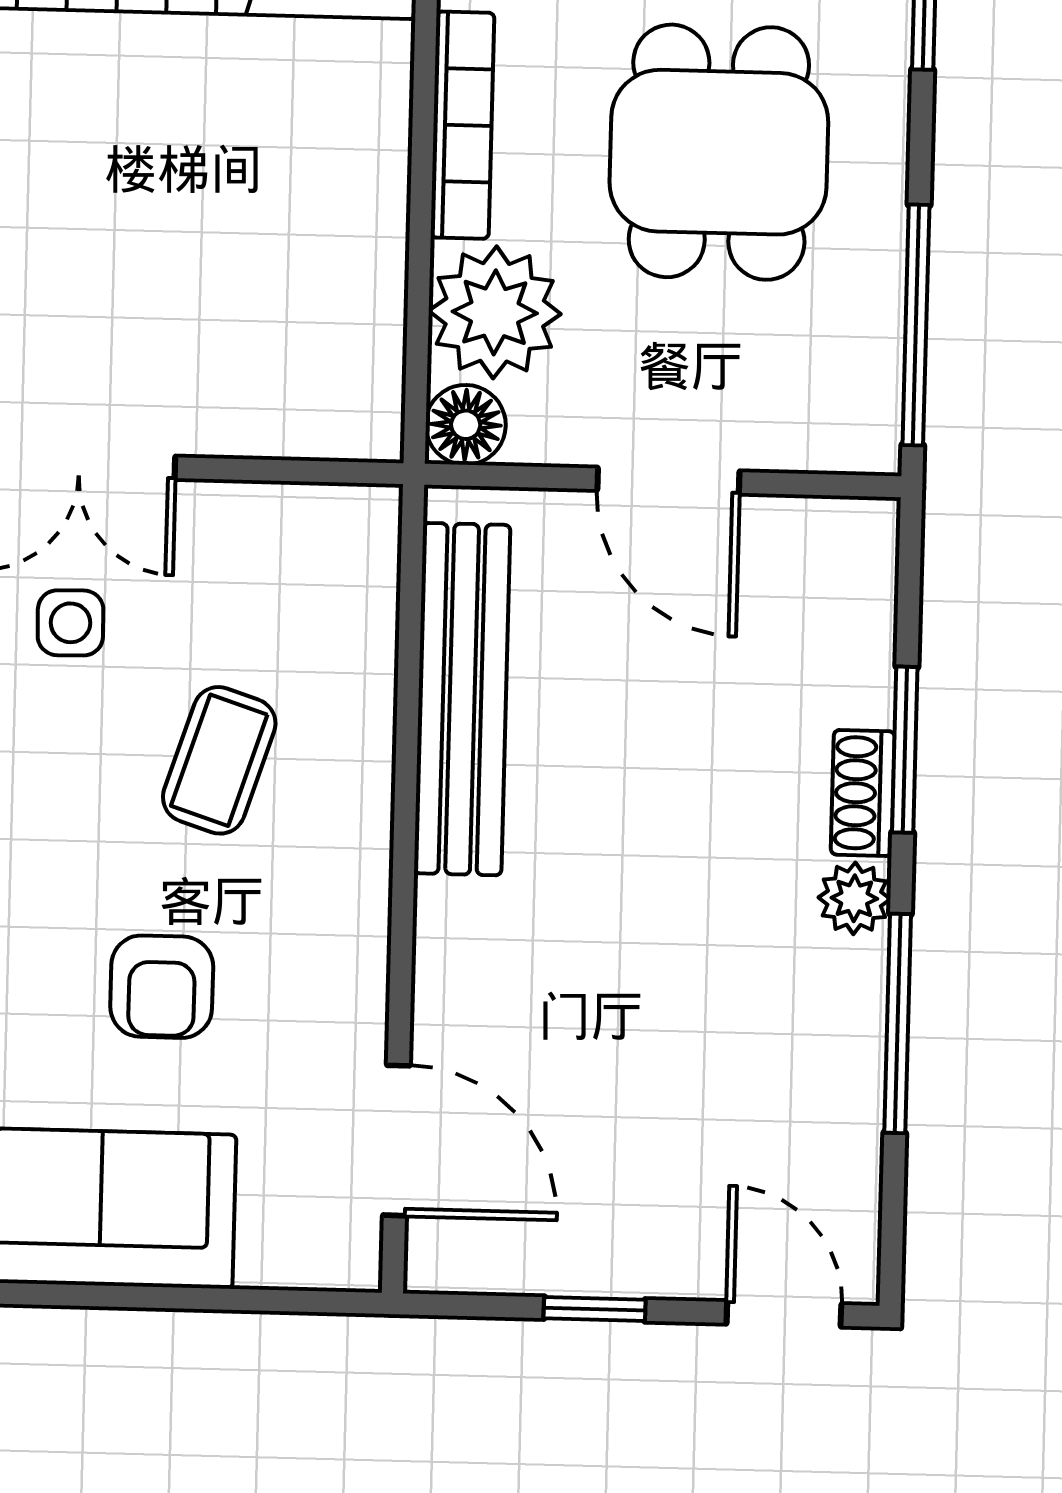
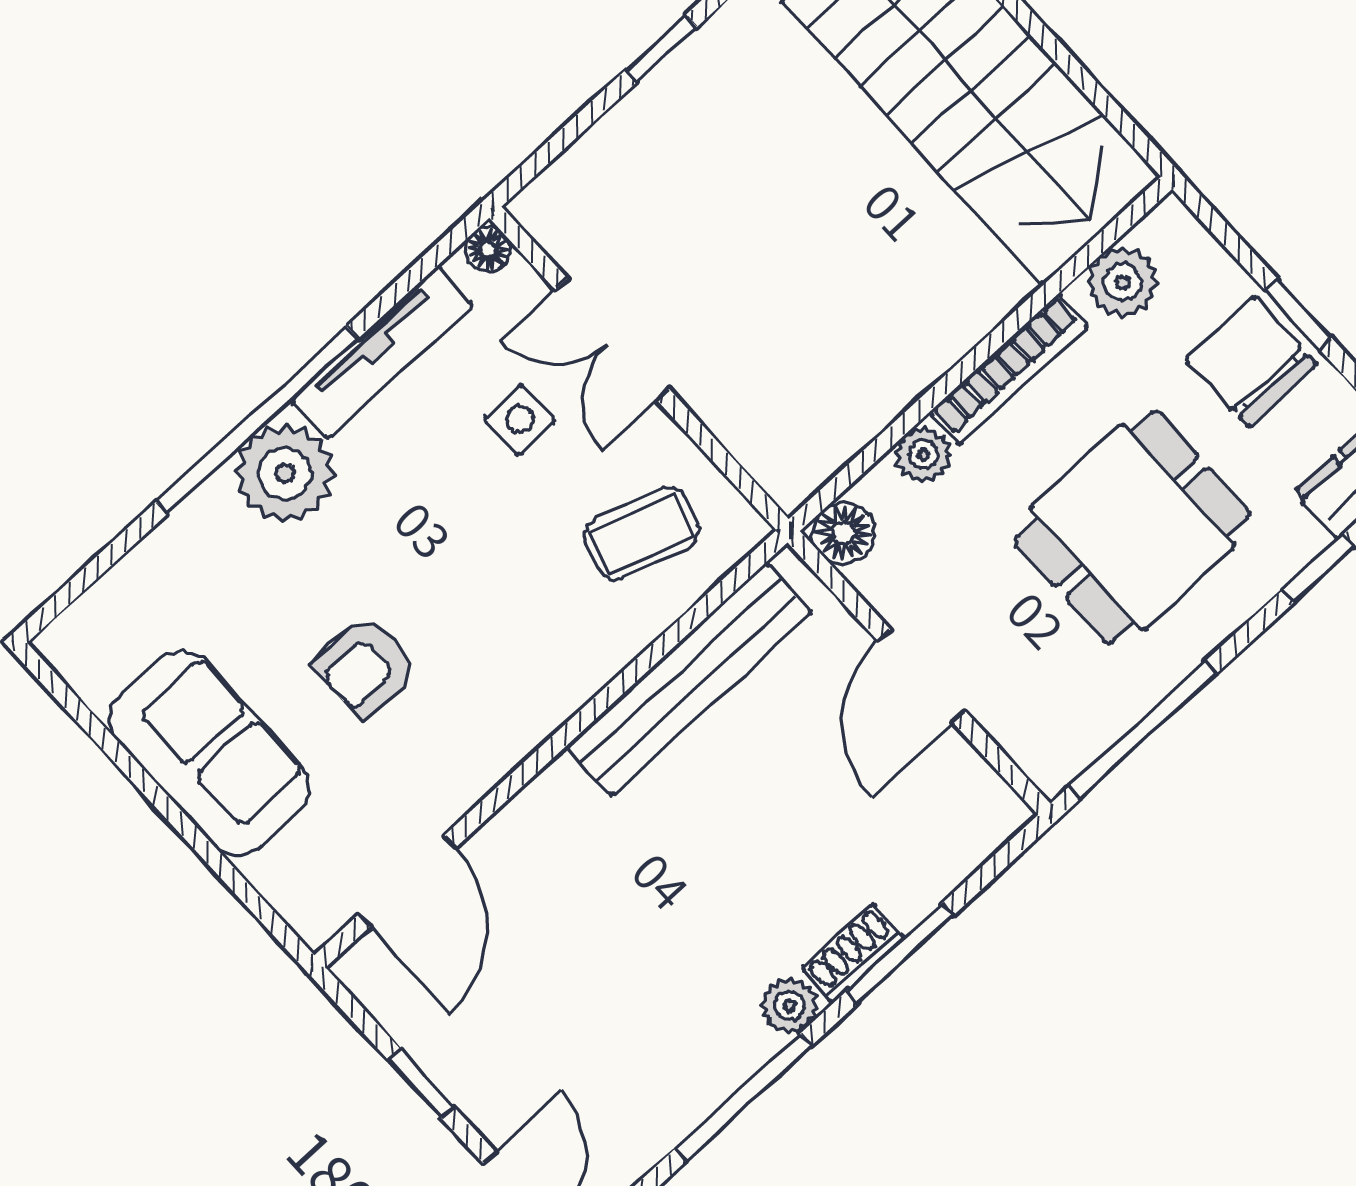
plant: (495, 312) -> (923, 455), width x0.53, depth x0.53
coffee table: (219, 760) -> (642, 534), moved

